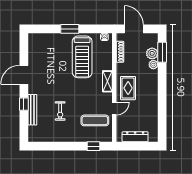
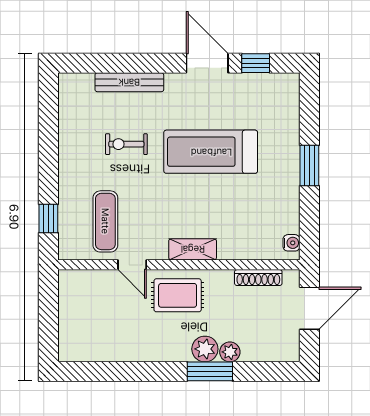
window: (162, 52) -> (210, 371), moved
plant: (152, 53) -> (205, 349), moved
treadmill: (82, 57) -> (211, 152), moved
window: (24, 104) -> (256, 63), moved
dresser: (135, 137) -> (69, 311), removed

